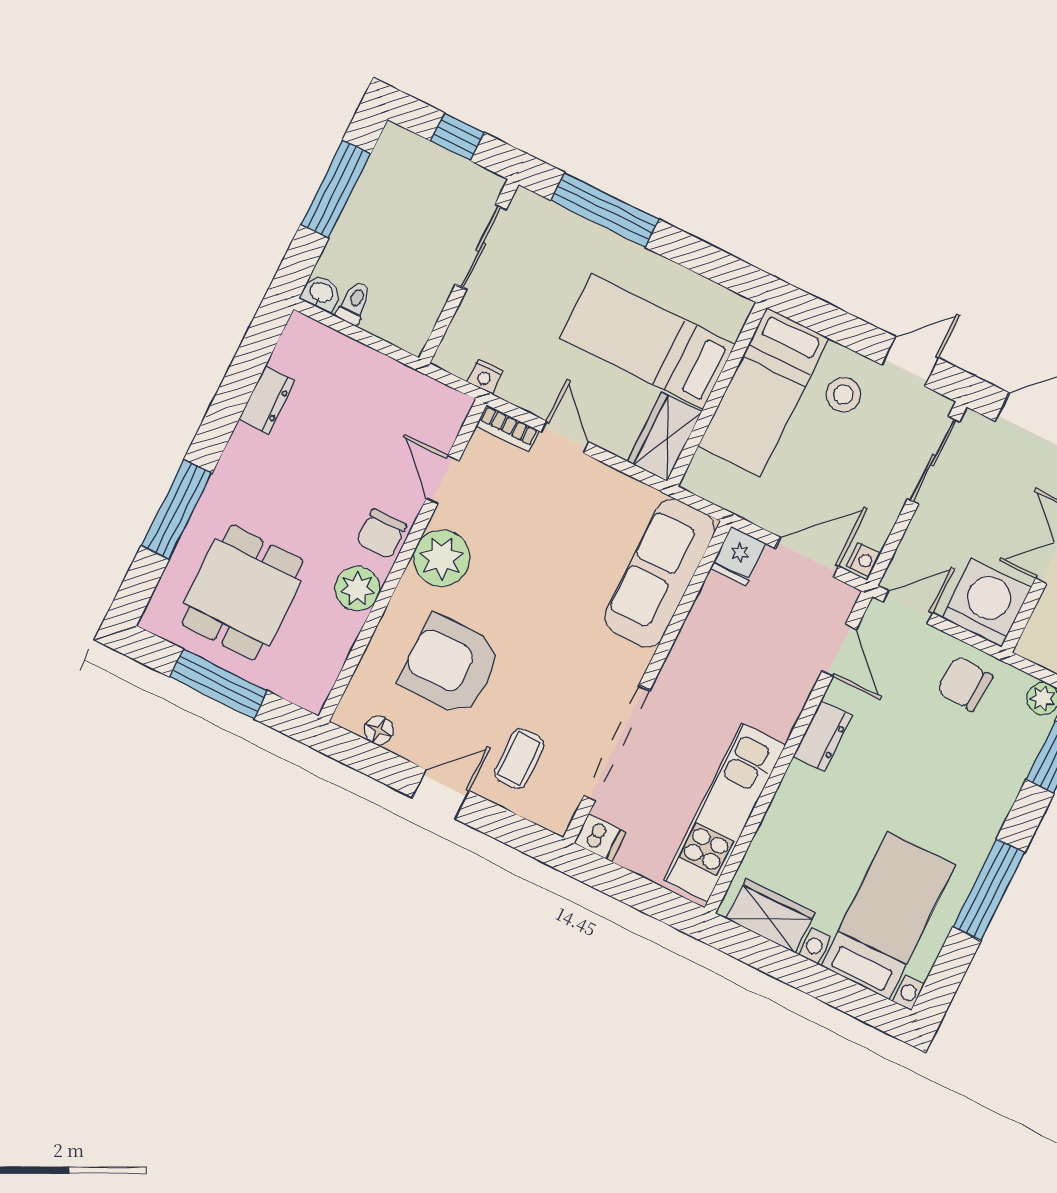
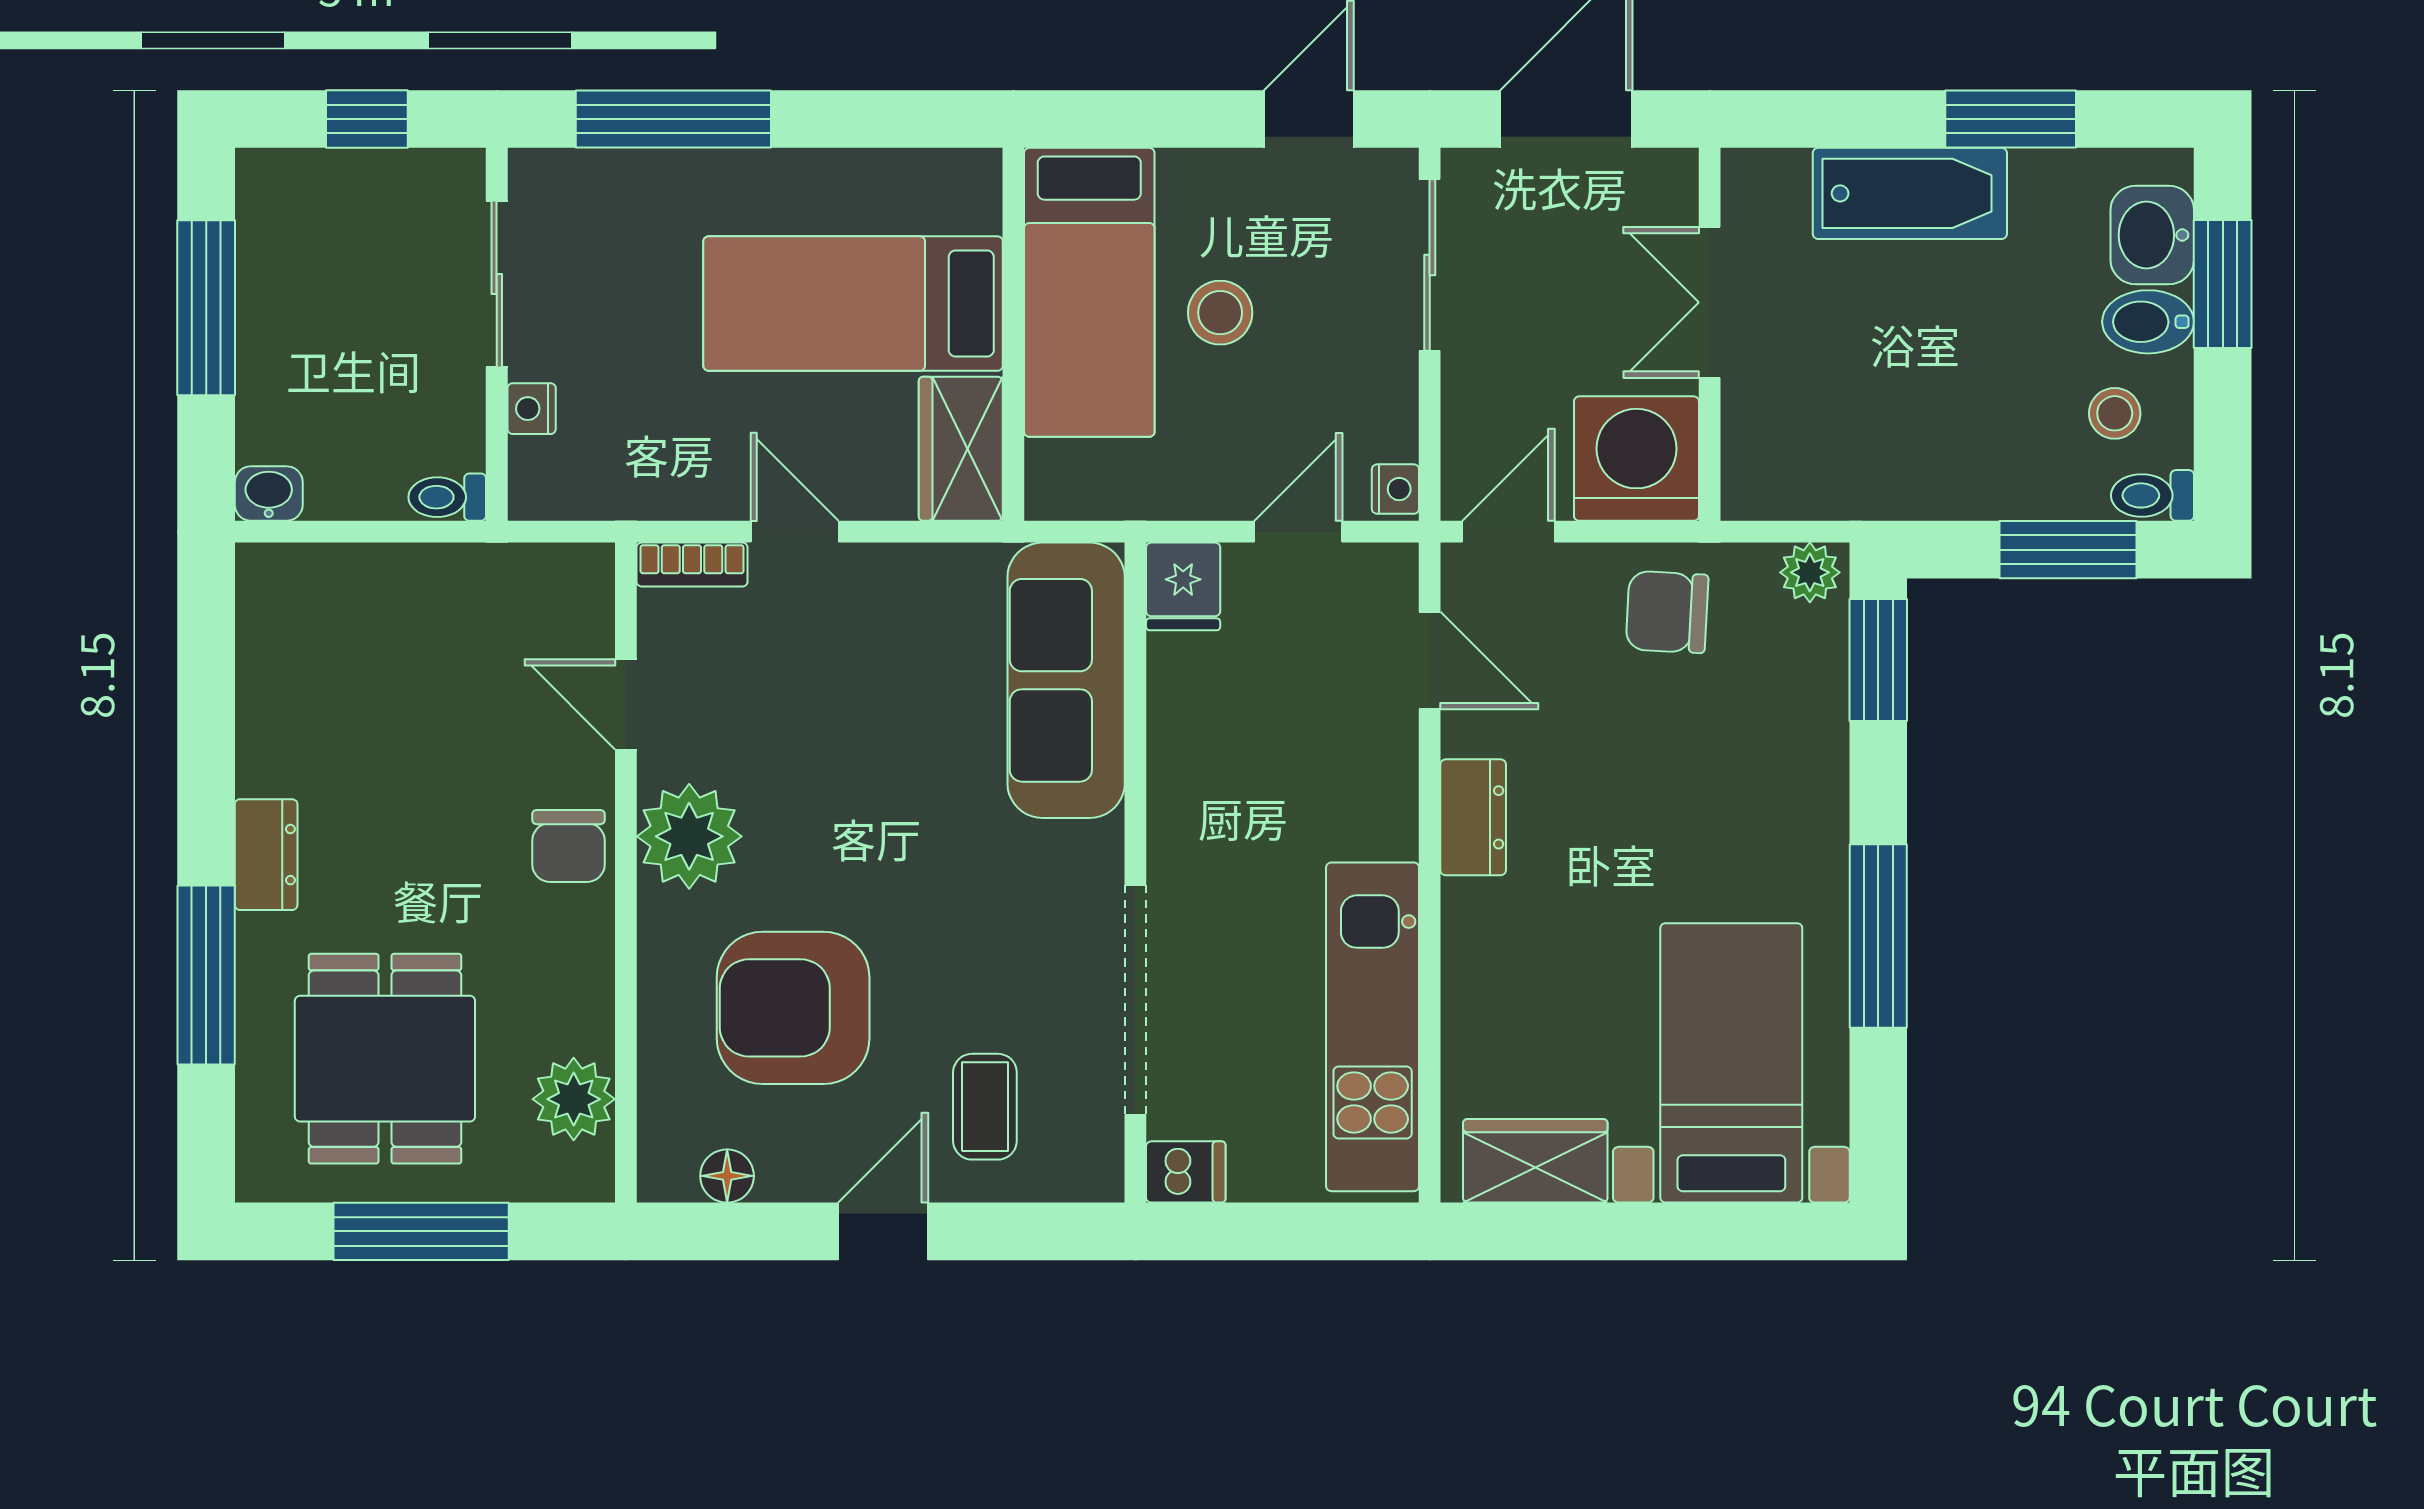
toilet: (354, 303) -> (447, 497), moved, turned -90
nightstand: (485, 376) -> (532, 409), moved, turned 90
stool: (843, 395) -> (1220, 313), moved
dresser: (267, 400) -> (266, 855), moved
door: (807, 557) -> (1298, 532), width x0.73
plant: (357, 589) -> (574, 1099), moved

